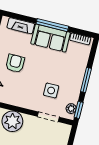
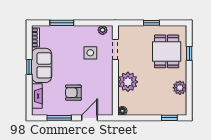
window: (52, 25) -> (29, 67), width x0.46
window: (86, 80) -> (62, 23), moved
window: (79, 110) -> (102, 23), removed

